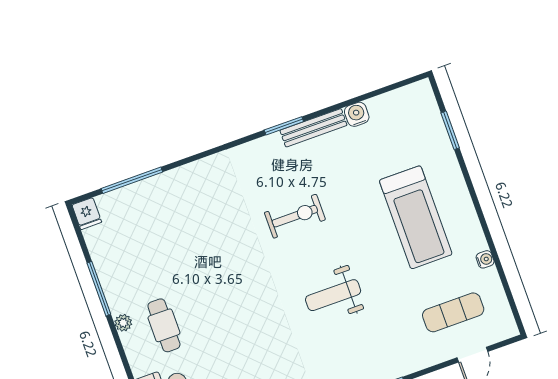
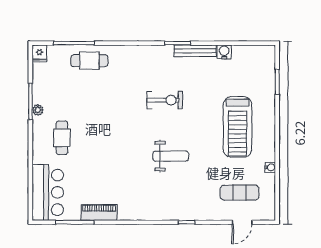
cafe table: (164, 198) -> (89, 61), added
weight bench: (333, 295) -> (171, 156), turned 180
plant: (123, 323) -> (38, 110), moved

